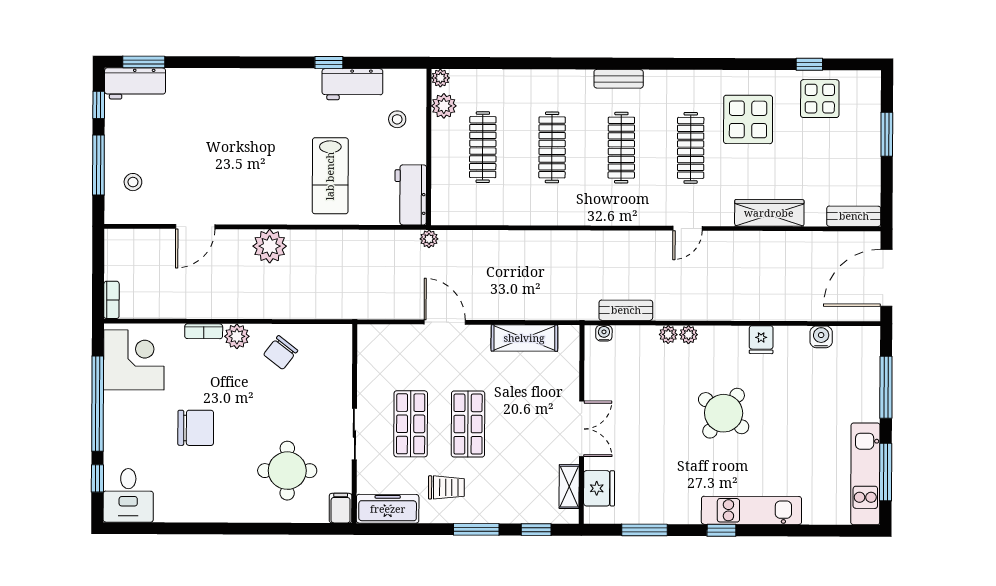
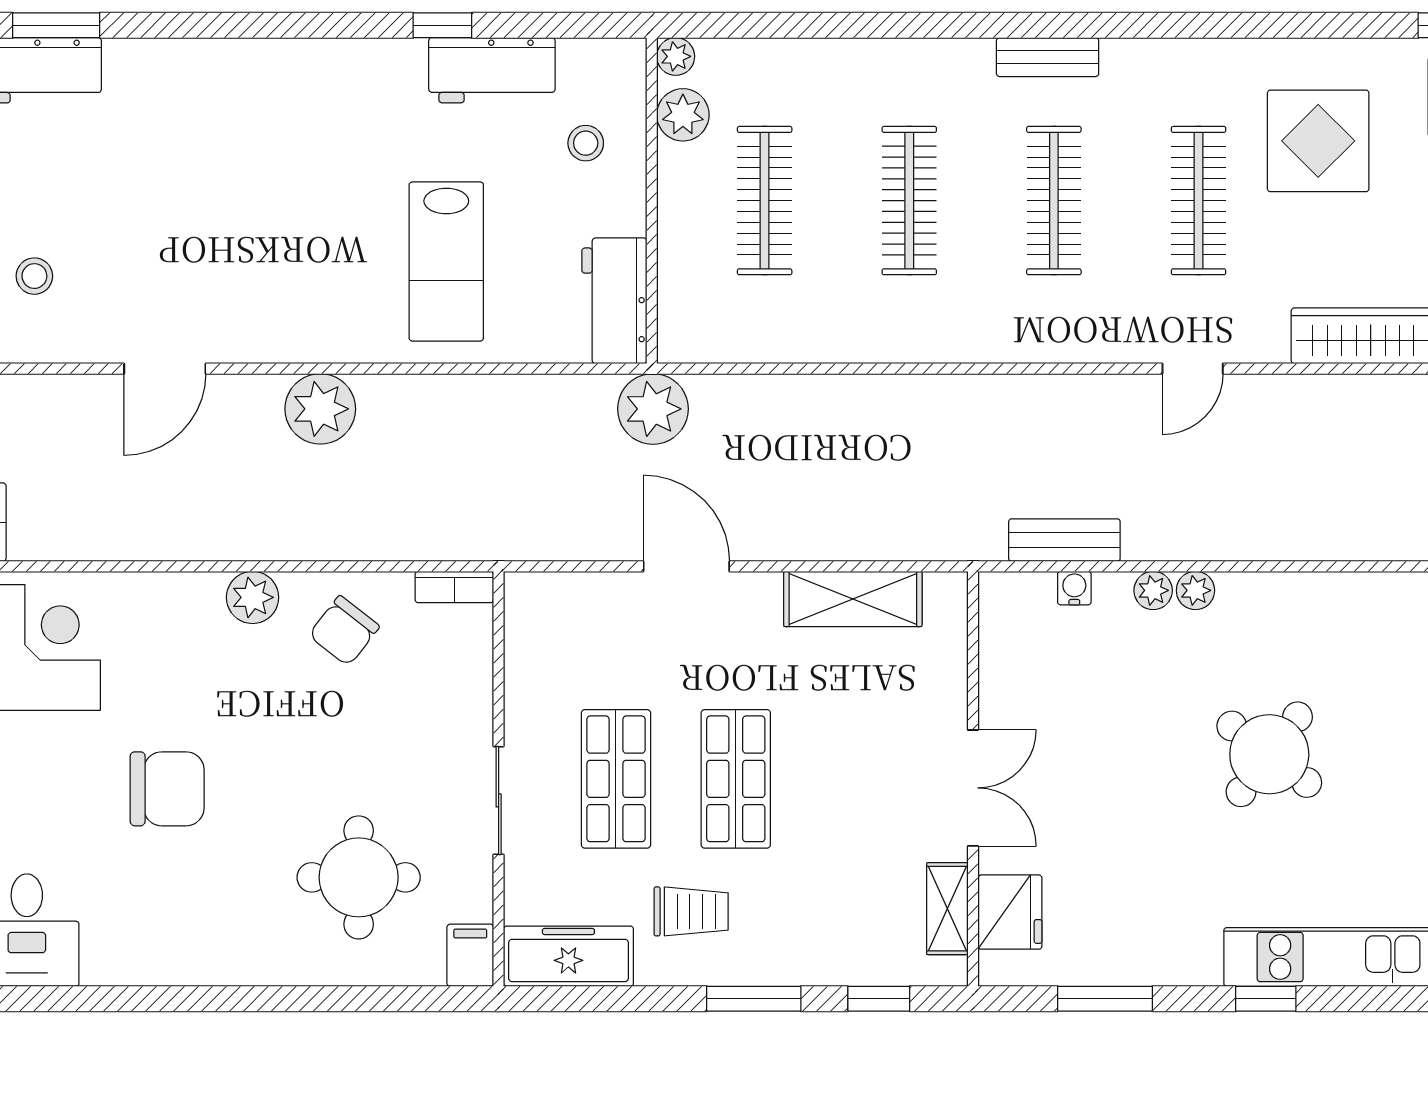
plant: (429, 239) -> (653, 409), width x1.88, depth x1.88
bookcase: (204, 331) -> (454, 587), moved
water cooler: (604, 333) -> (1074, 588), moved
fridge: (761, 340) -> (1347, 601), removed

